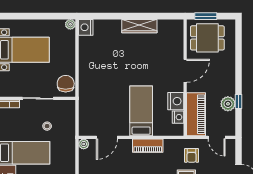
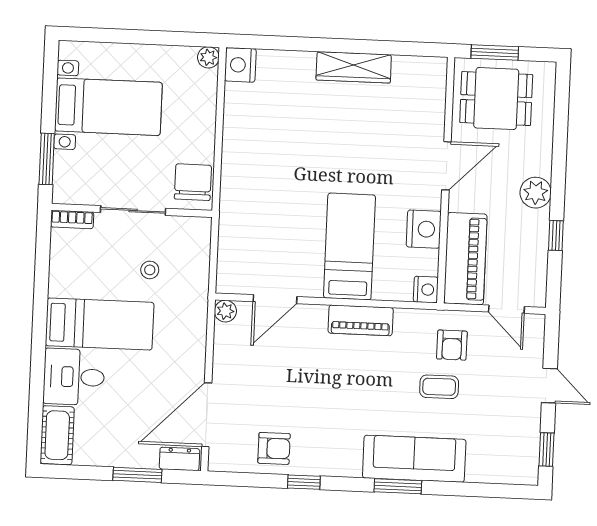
plant: (228, 104) -> (536, 193), moved
nightstand: (178, 117) -> (426, 289), moved

